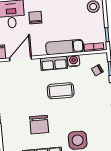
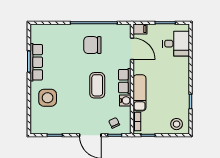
chair: (35, 18) -> (171, 67), removed
chair: (39, 125) -> (92, 45), moved

